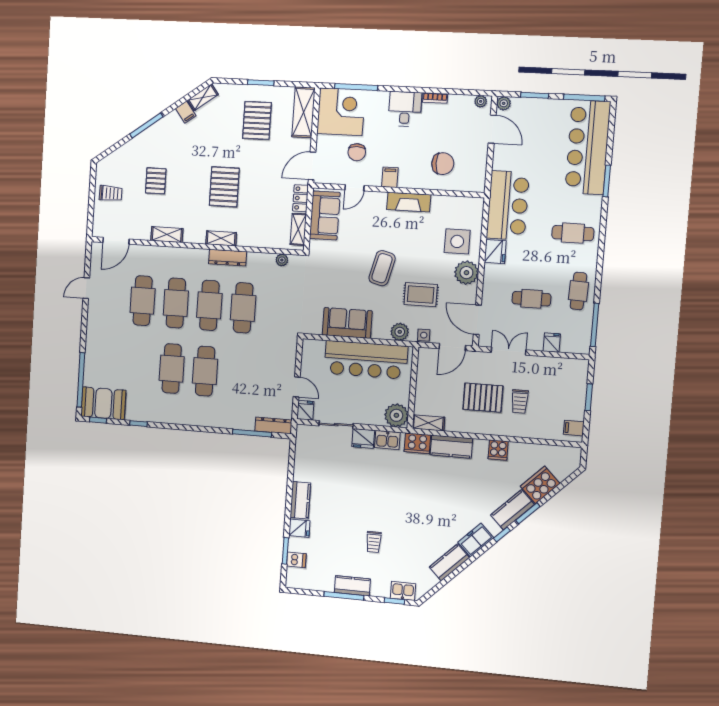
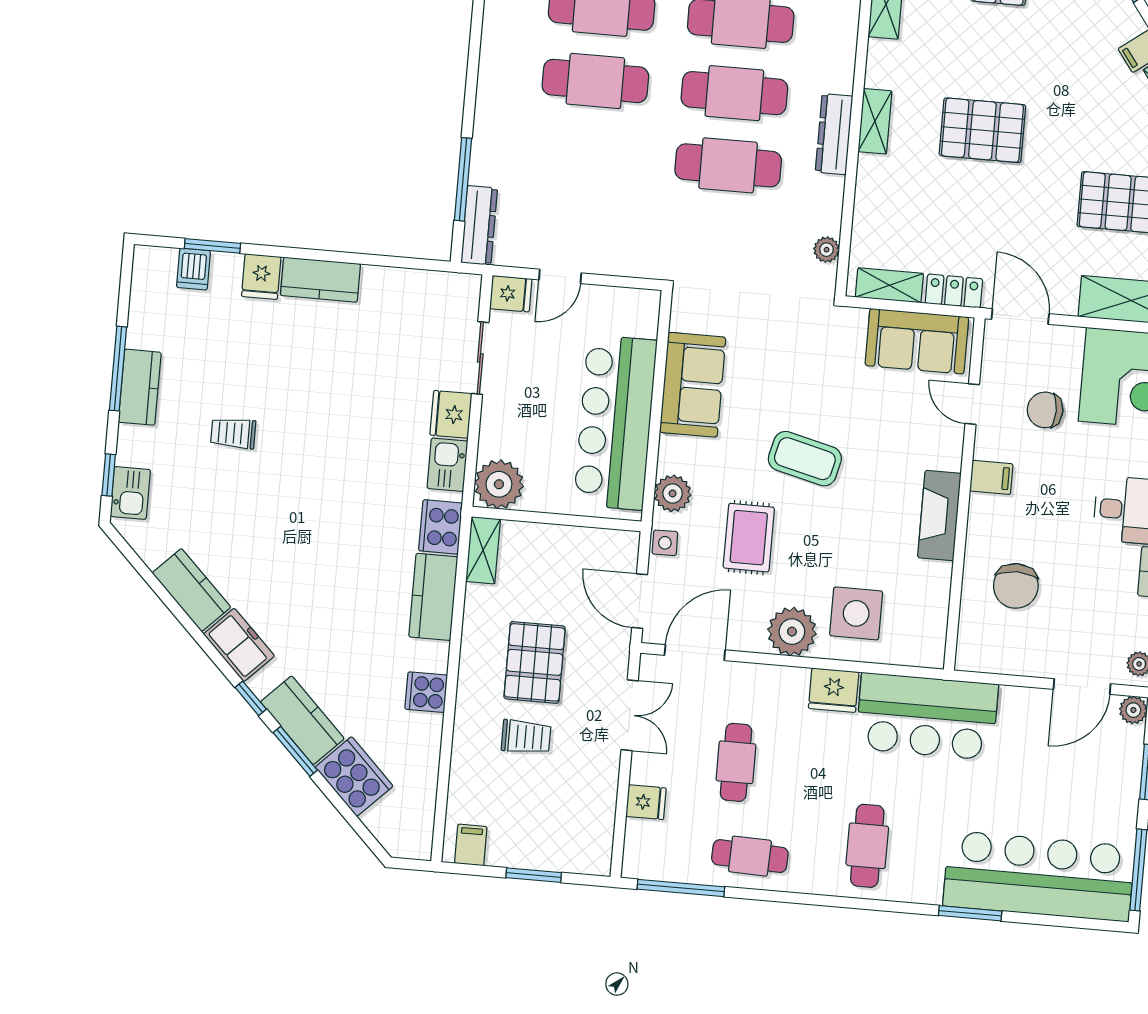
trolley: (520, 401) -> (526, 737), turned 180

